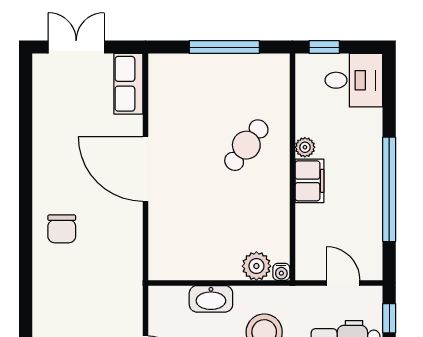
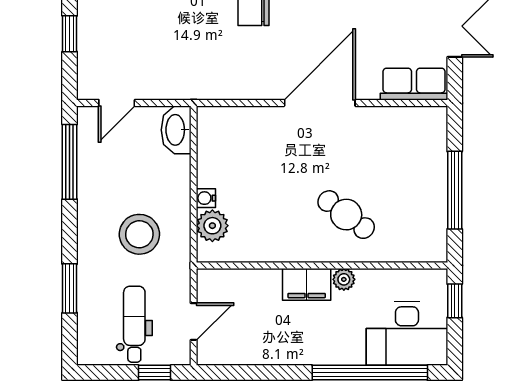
desk: (354, 80) -> (407, 333), width x1.37
window: (389, 189) -> (370, 373), moved
water cooler: (281, 272) -> (206, 198), moved
washbasin: (211, 299) -> (176, 130), moved

